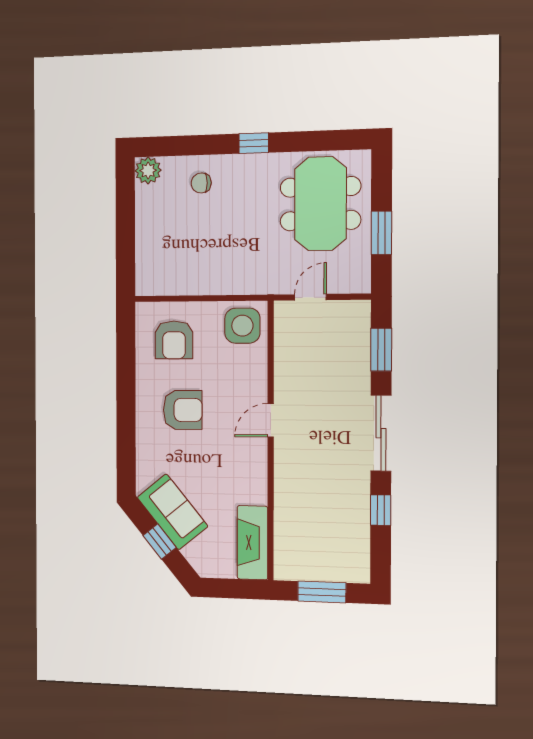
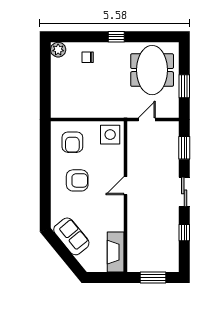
sliding door: (381, 433) -> (184, 192), width x0.73
window: (160, 541) -> (64, 253), removed

